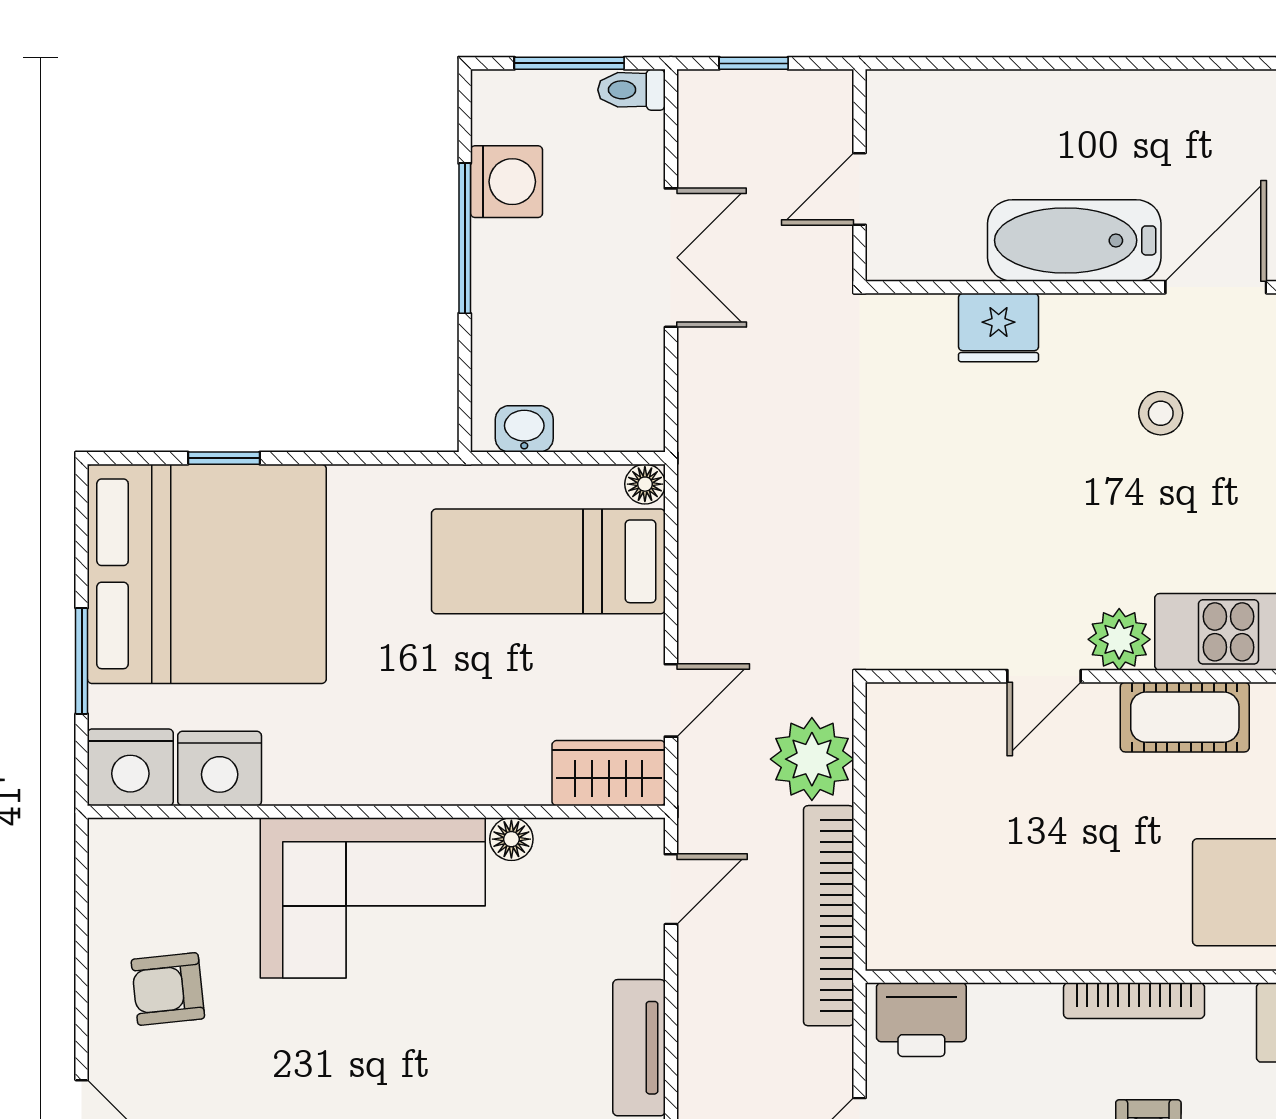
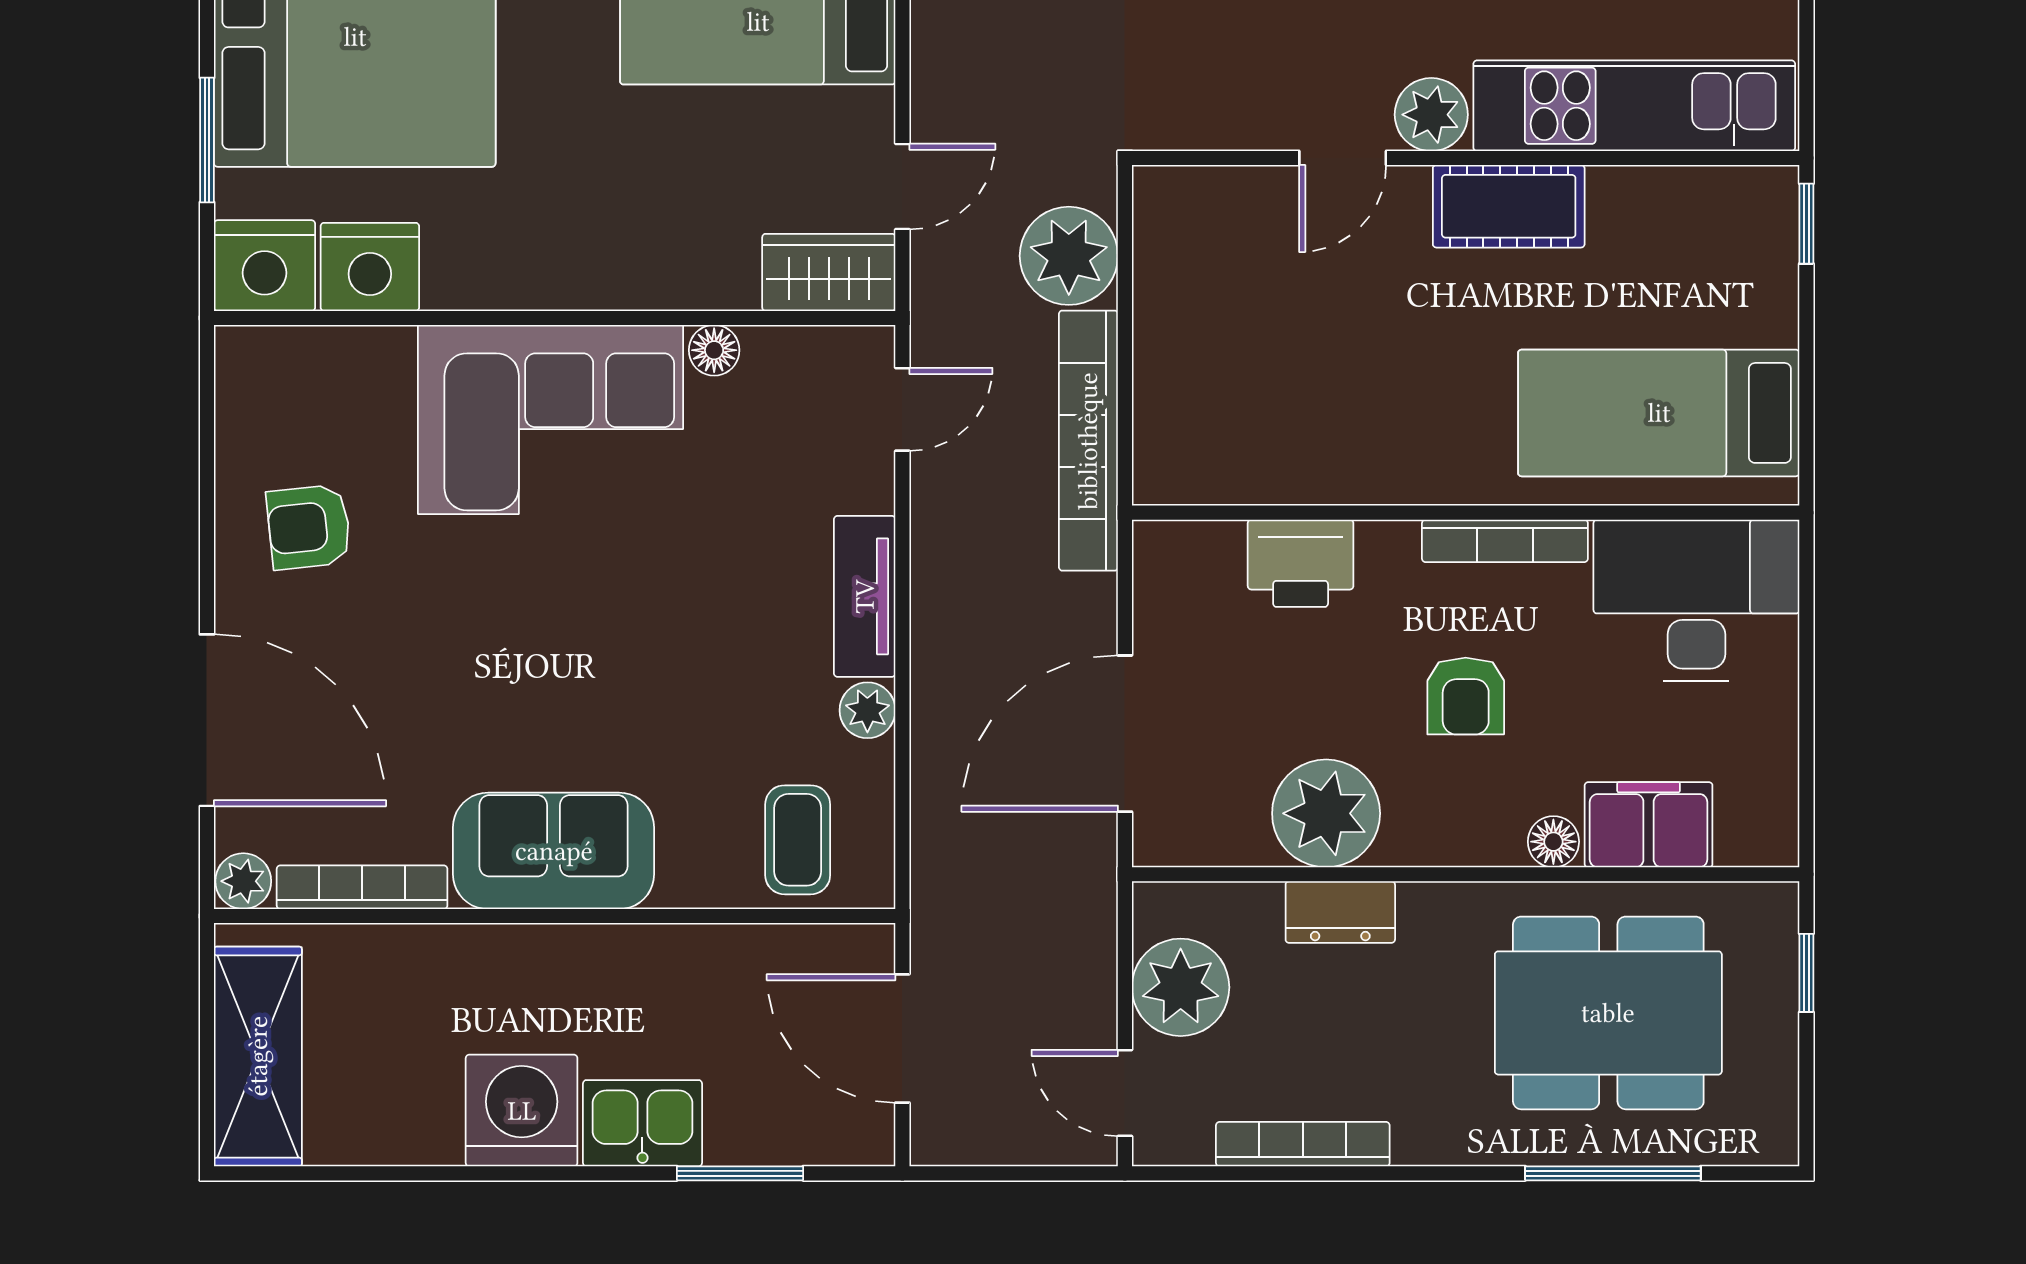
bookcase: (1134, 1001) -> (1505, 541), moved
printer: (921, 1020) -> (1301, 563), moved

